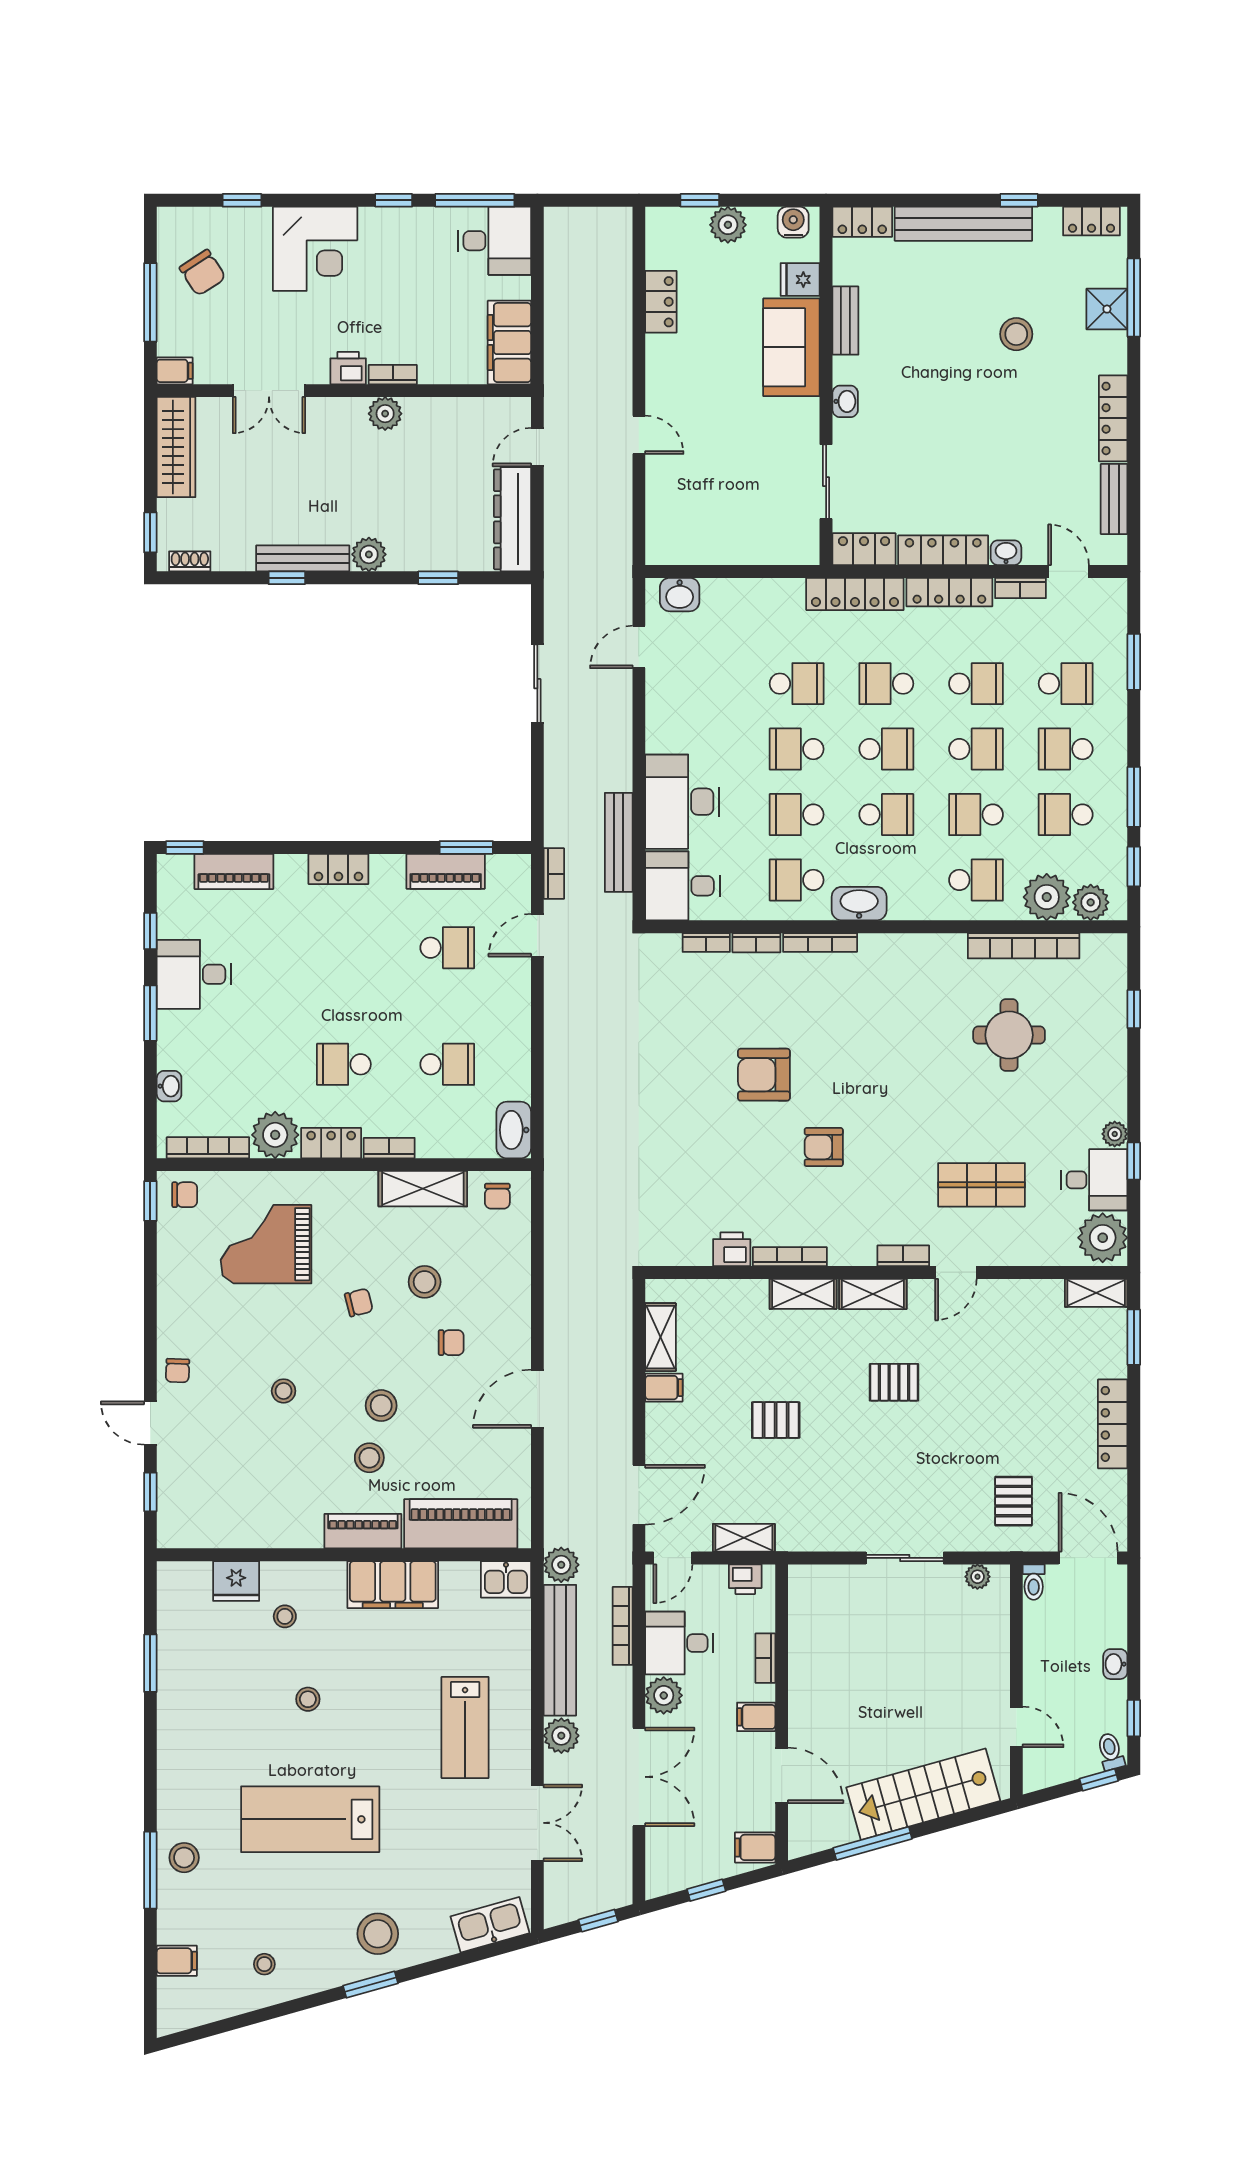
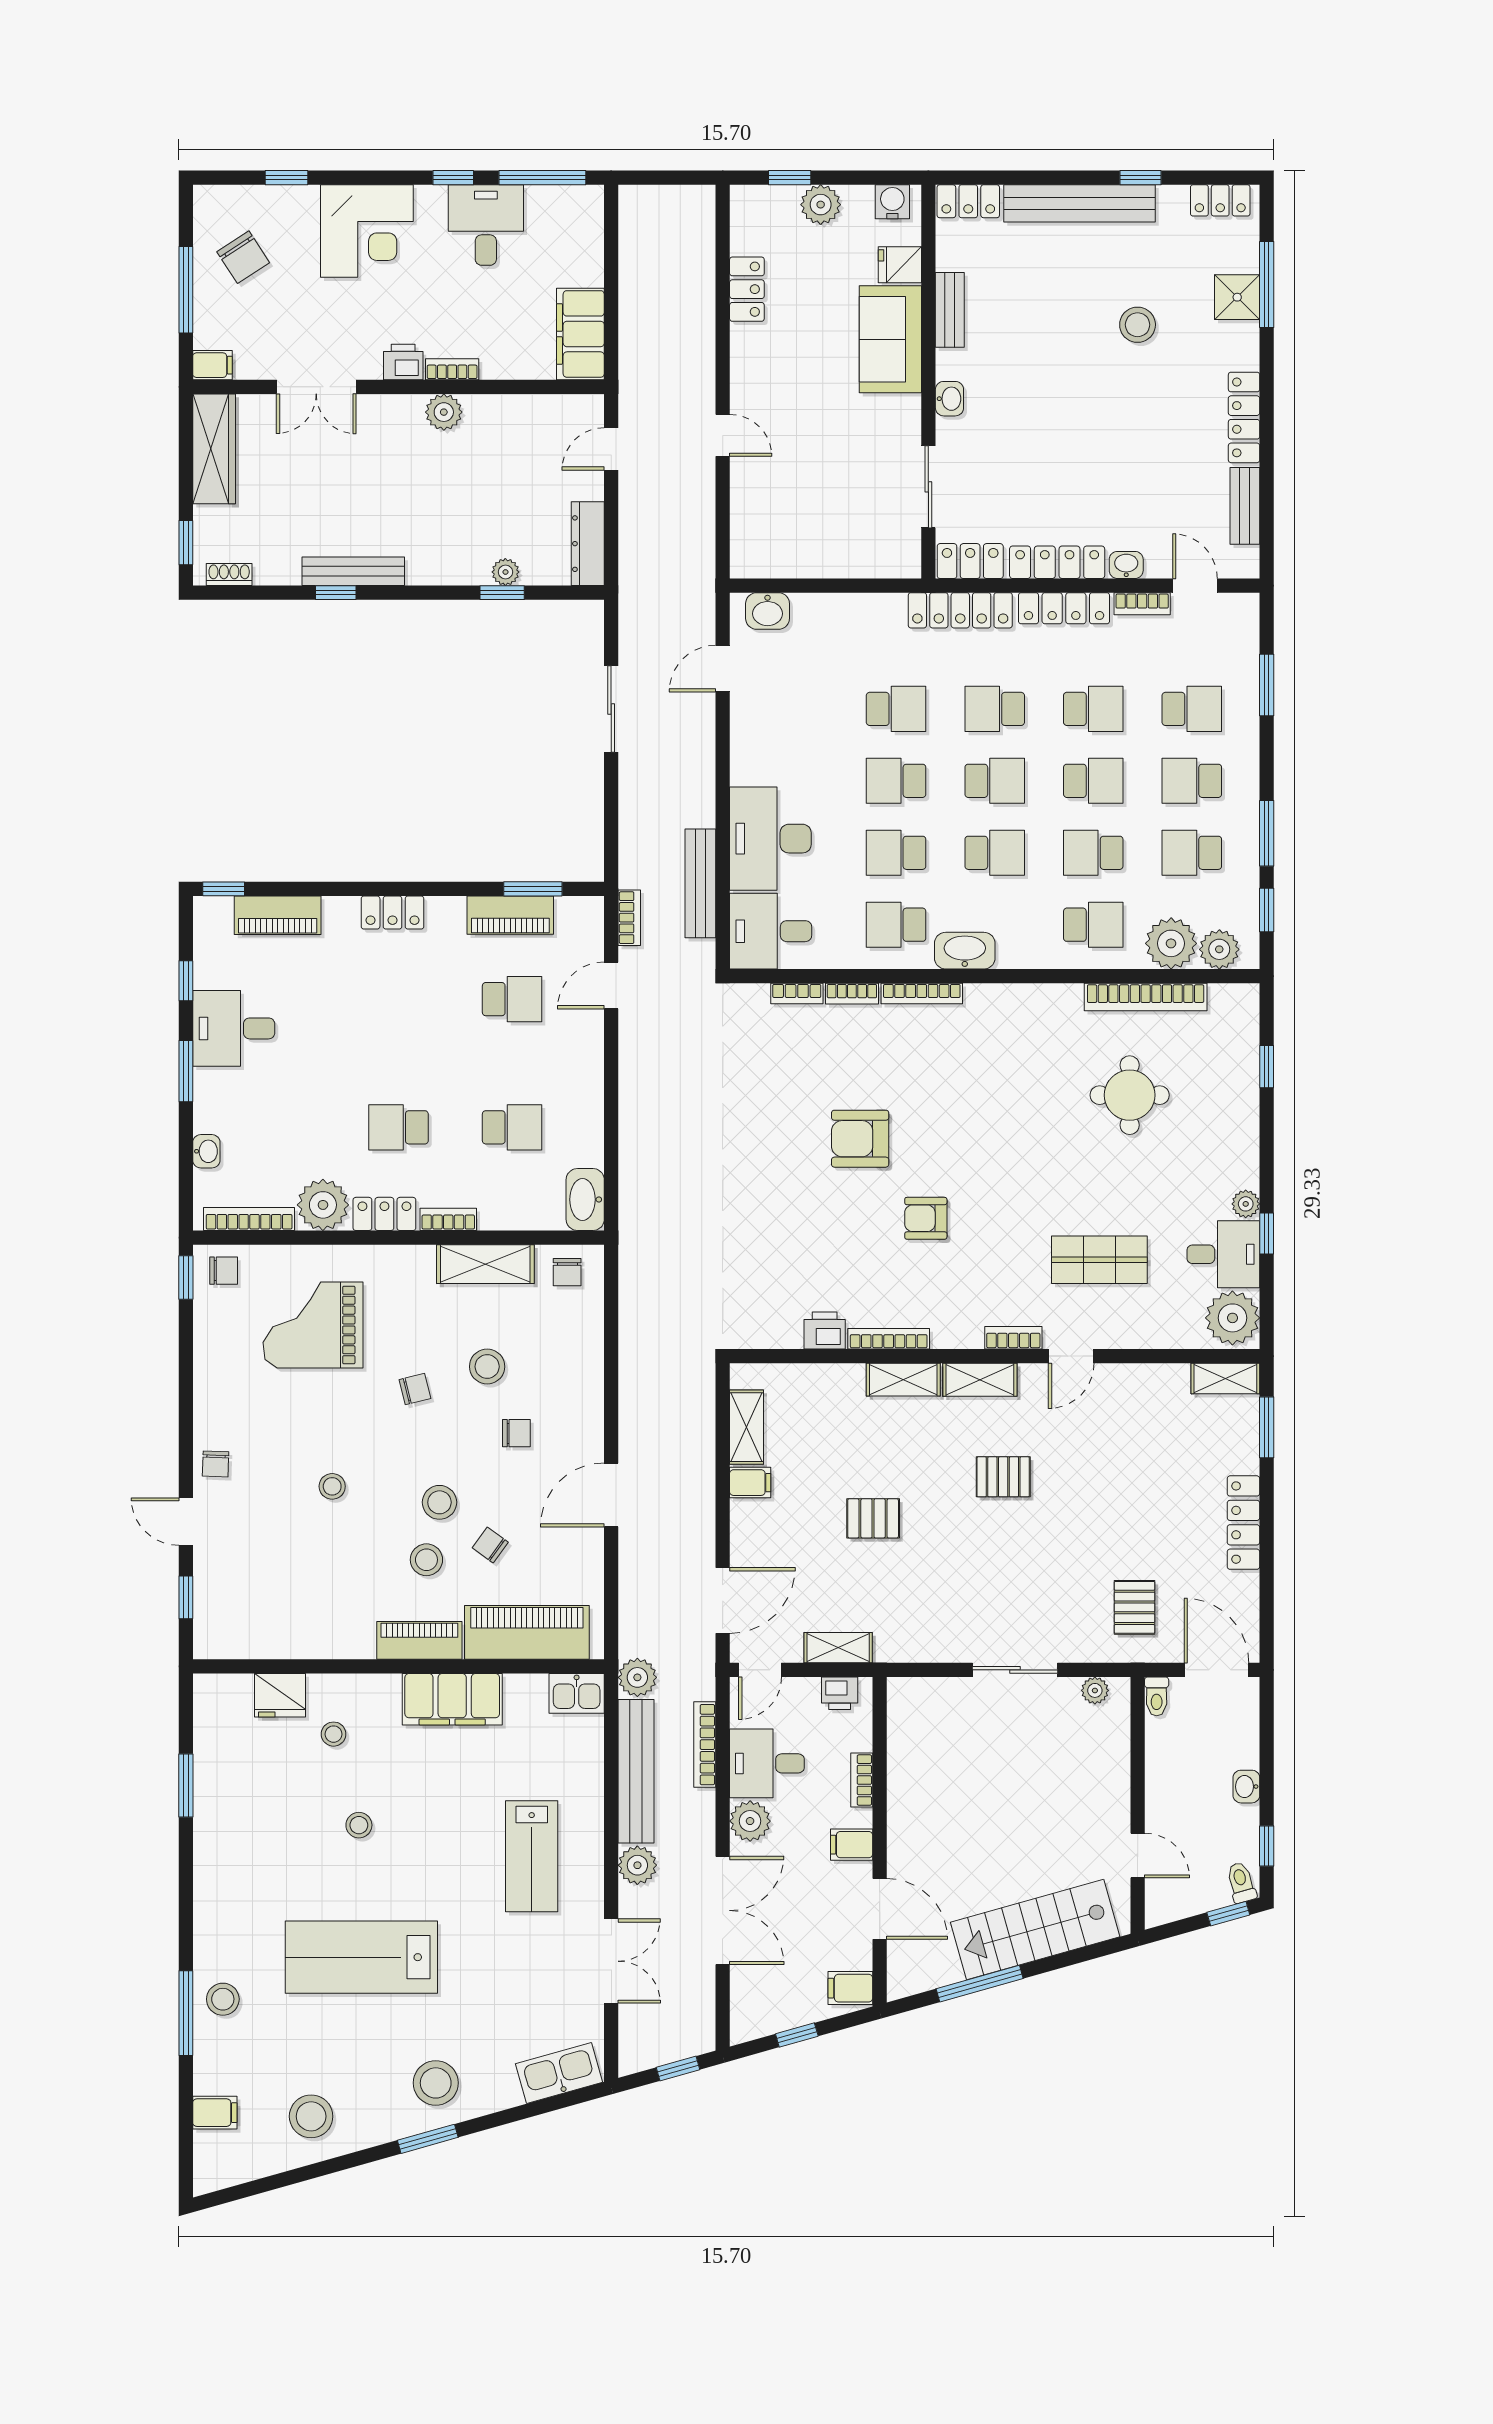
desk: (494, 241) -> (486, 225), moved, turned -90
dresser: (512, 519) -> (588, 544), width x0.73, depth x0.80
plant: (369, 554) -> (505, 572), moved, width x0.73, depth x0.73
chair: (427, 1444) -> (490, 1545), added
stool: (264, 1964) -> (311, 2116), width x1.89, depth x1.89

